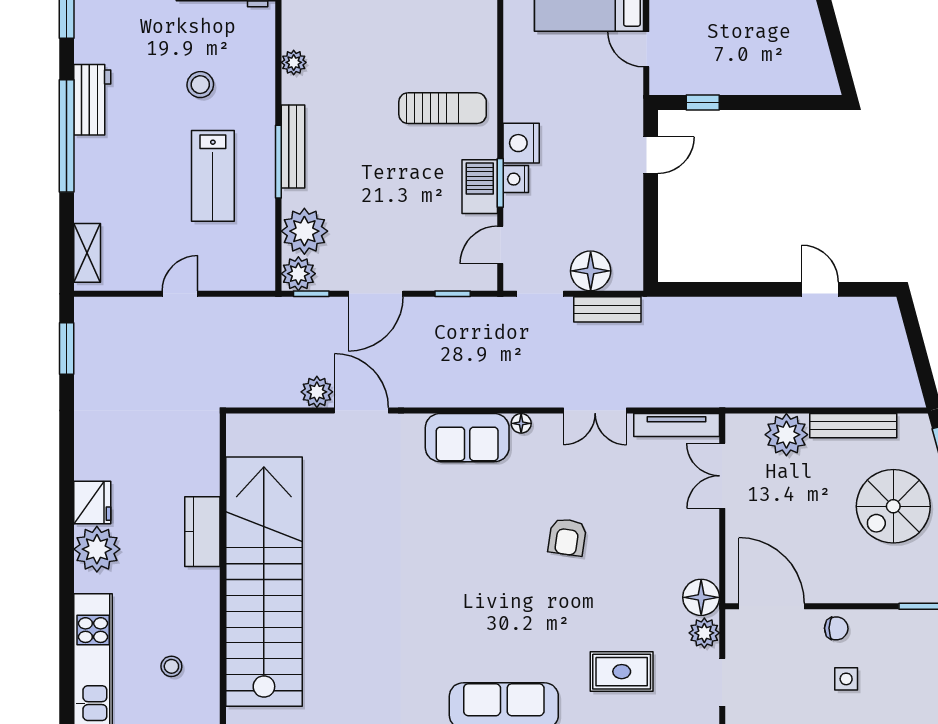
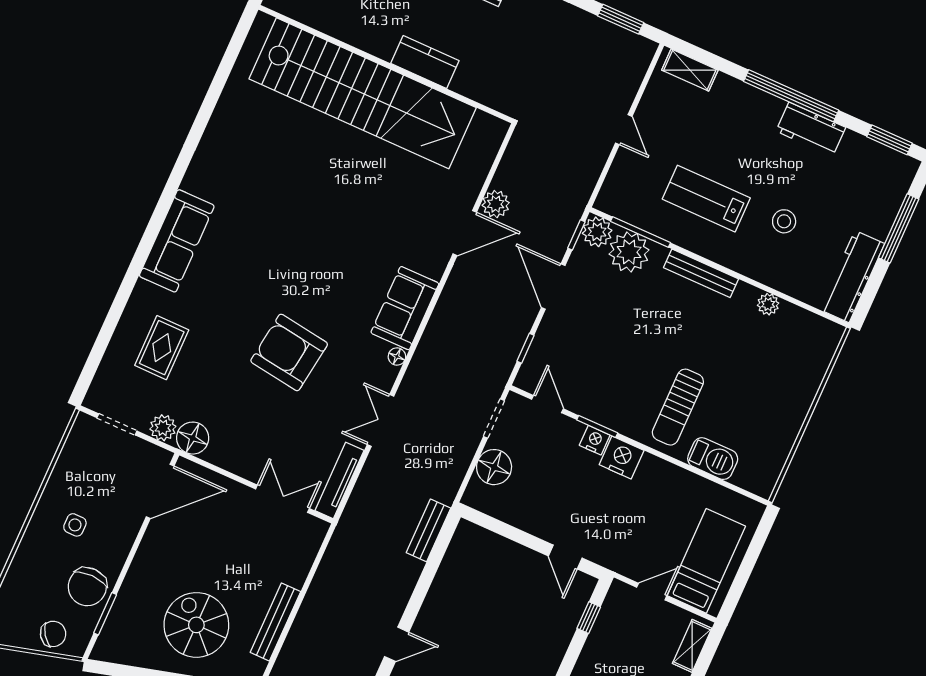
window: (278, 162) -> (640, 232), moved
barbecue: (480, 187) -> (713, 459), moved
bench: (607, 309) -> (428, 530), moved
plant: (786, 435) -> (292, 565), removed
armchair: (567, 537) -> (289, 352), width x1.88, depth x1.88
chair: (836, 628) -> (87, 587), moved, width x1.87, depth x1.87

